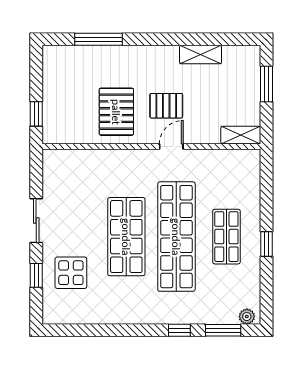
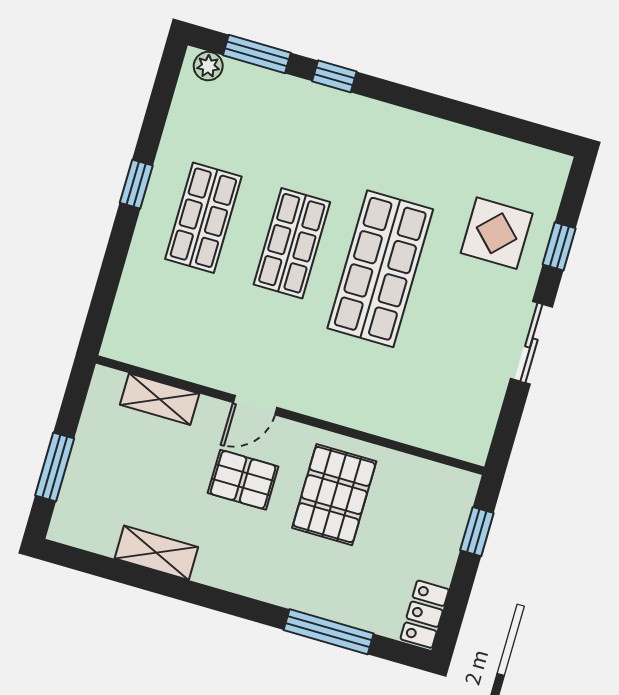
locker: (51, 63) -> (425, 614), added
shelving: (241, 135) -> (160, 399), moved
shop shelf: (176, 237) -> (292, 243), width x0.50, depth x0.74

